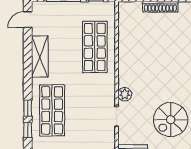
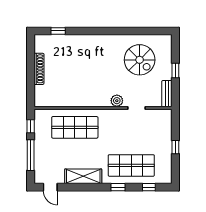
window: (28, 108) -> (118, 187), moved

